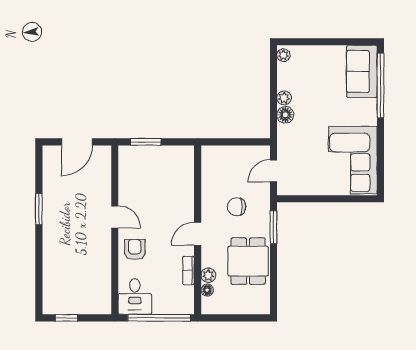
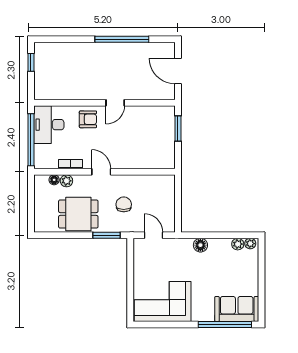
plant: (284, 98) -> (238, 244), moved
window: (39, 209) -> (122, 39), width x2.11
desk: (135, 296) -> (49, 125), width x1.37

